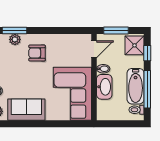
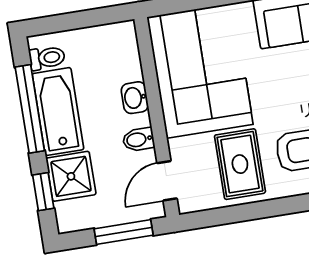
shower: (135, 45) -> (71, 176), moved
rug: (62, 51) -> (240, 164), added
washbasin: (104, 87) -> (135, 98), width x0.52, depth x0.69

